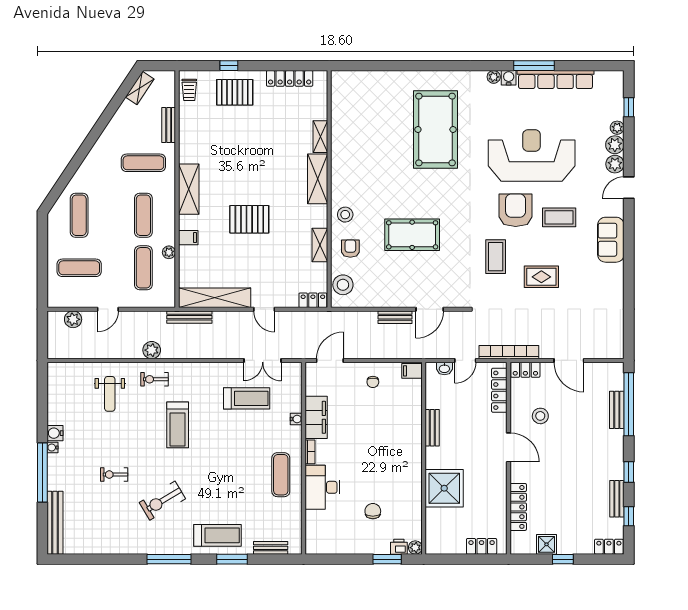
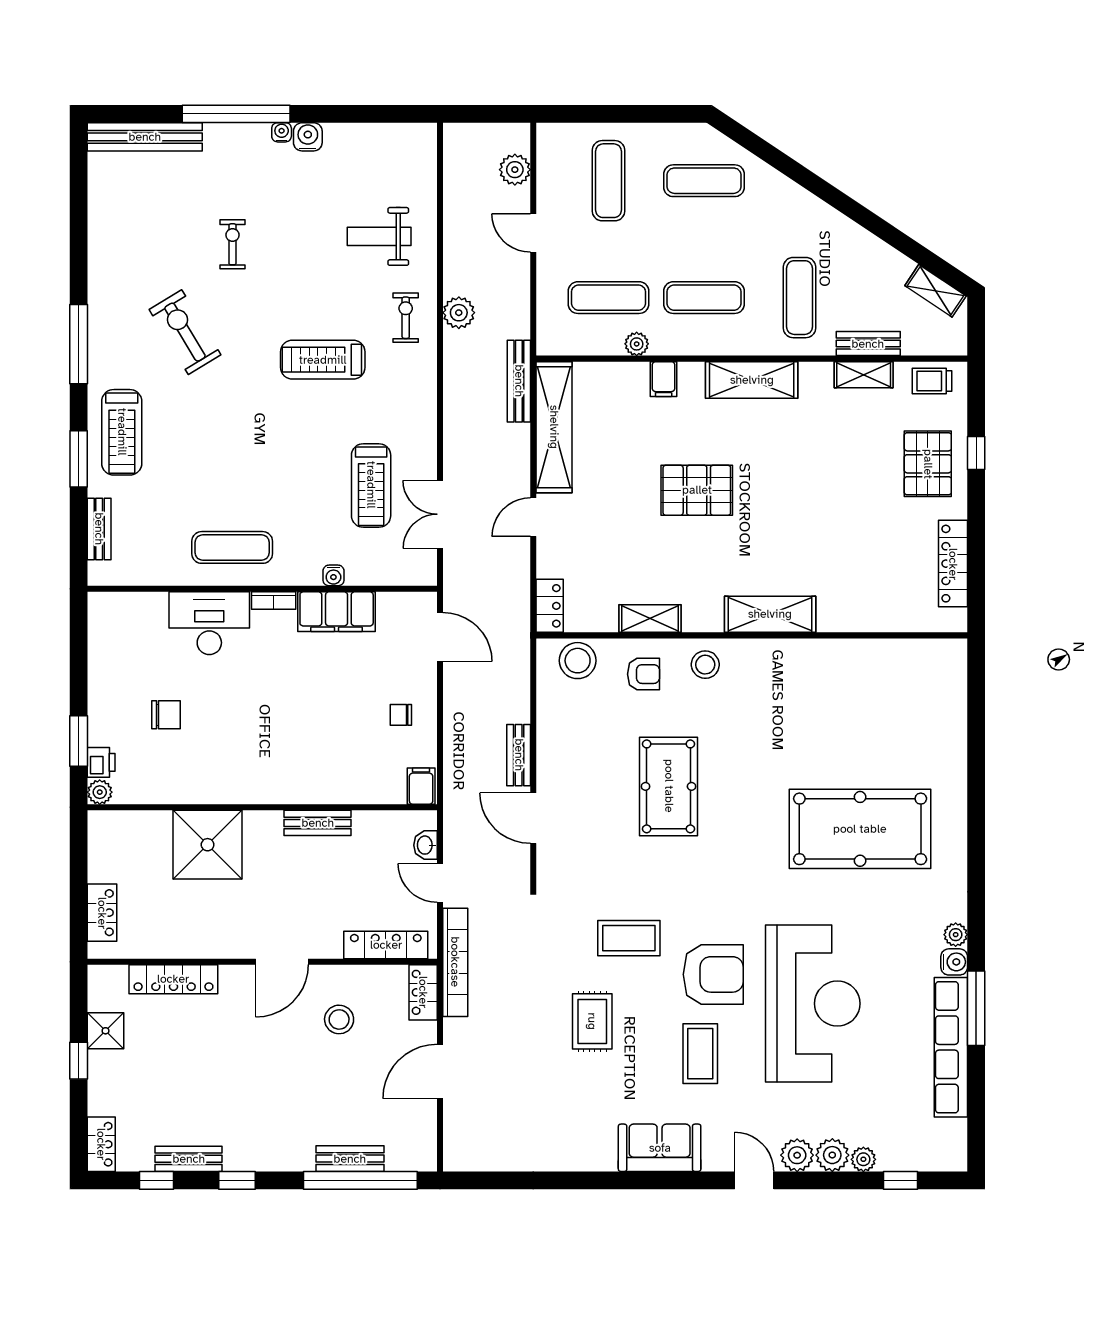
shelving: (320, 137) -> (864, 375), moved
pallet: (249, 219) -> (697, 490), turned 90

